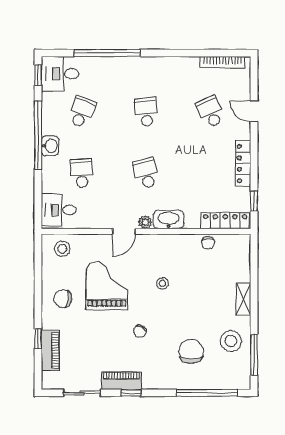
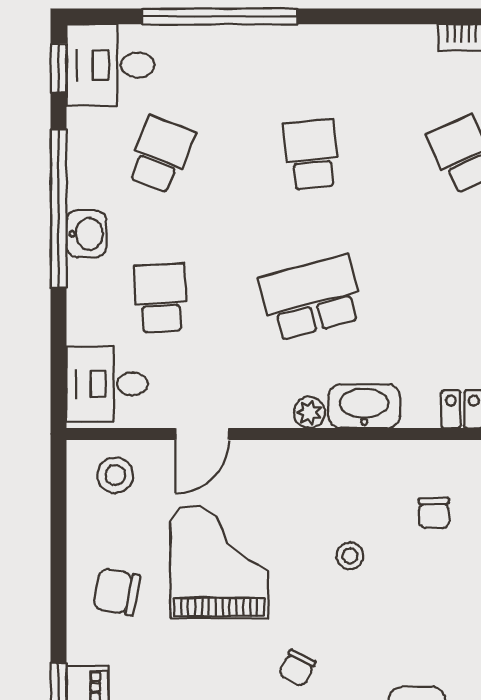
school desk: (146, 173) -> (311, 298), width x1.85
door: (124, 231) -> (202, 434), moved
chair: (208, 243) -> (434, 513), moved

